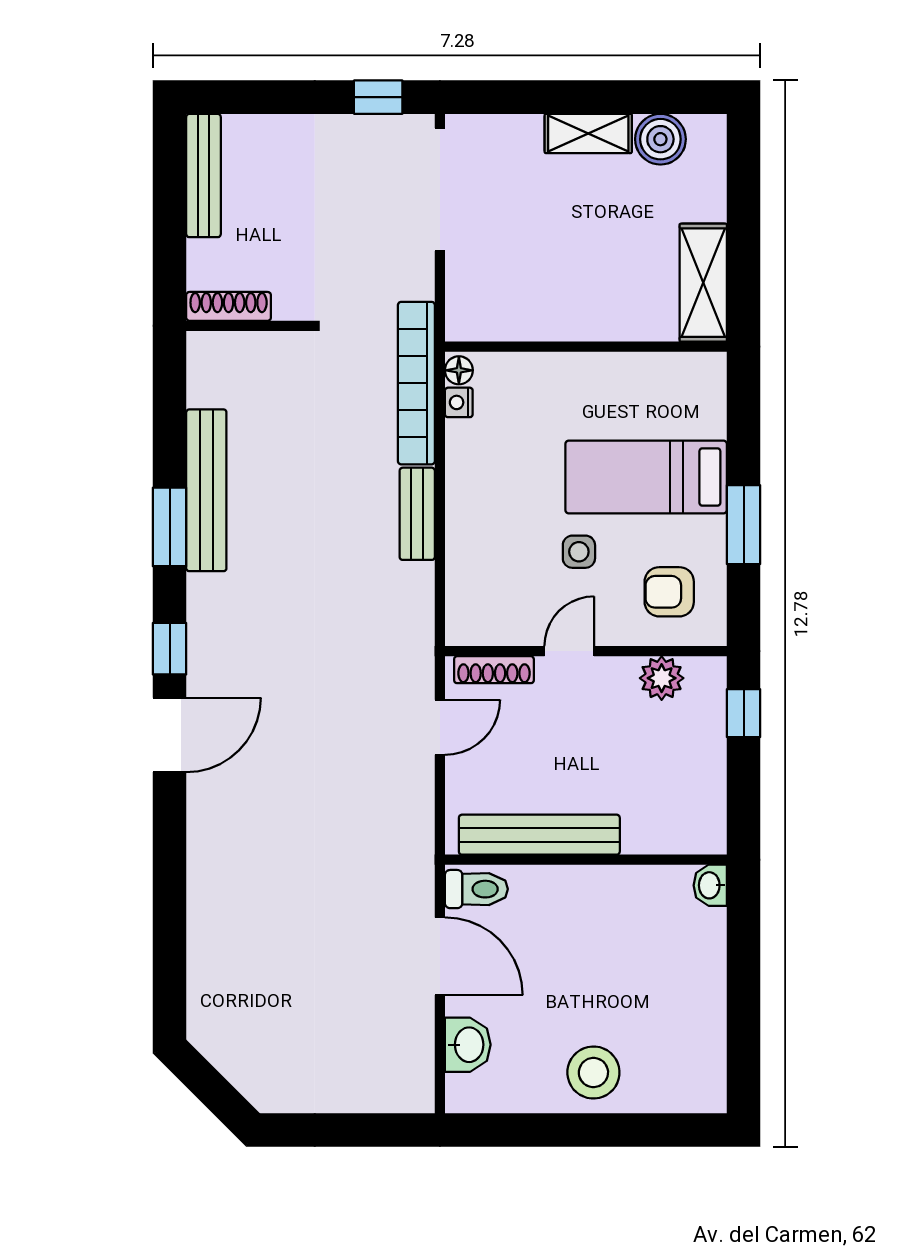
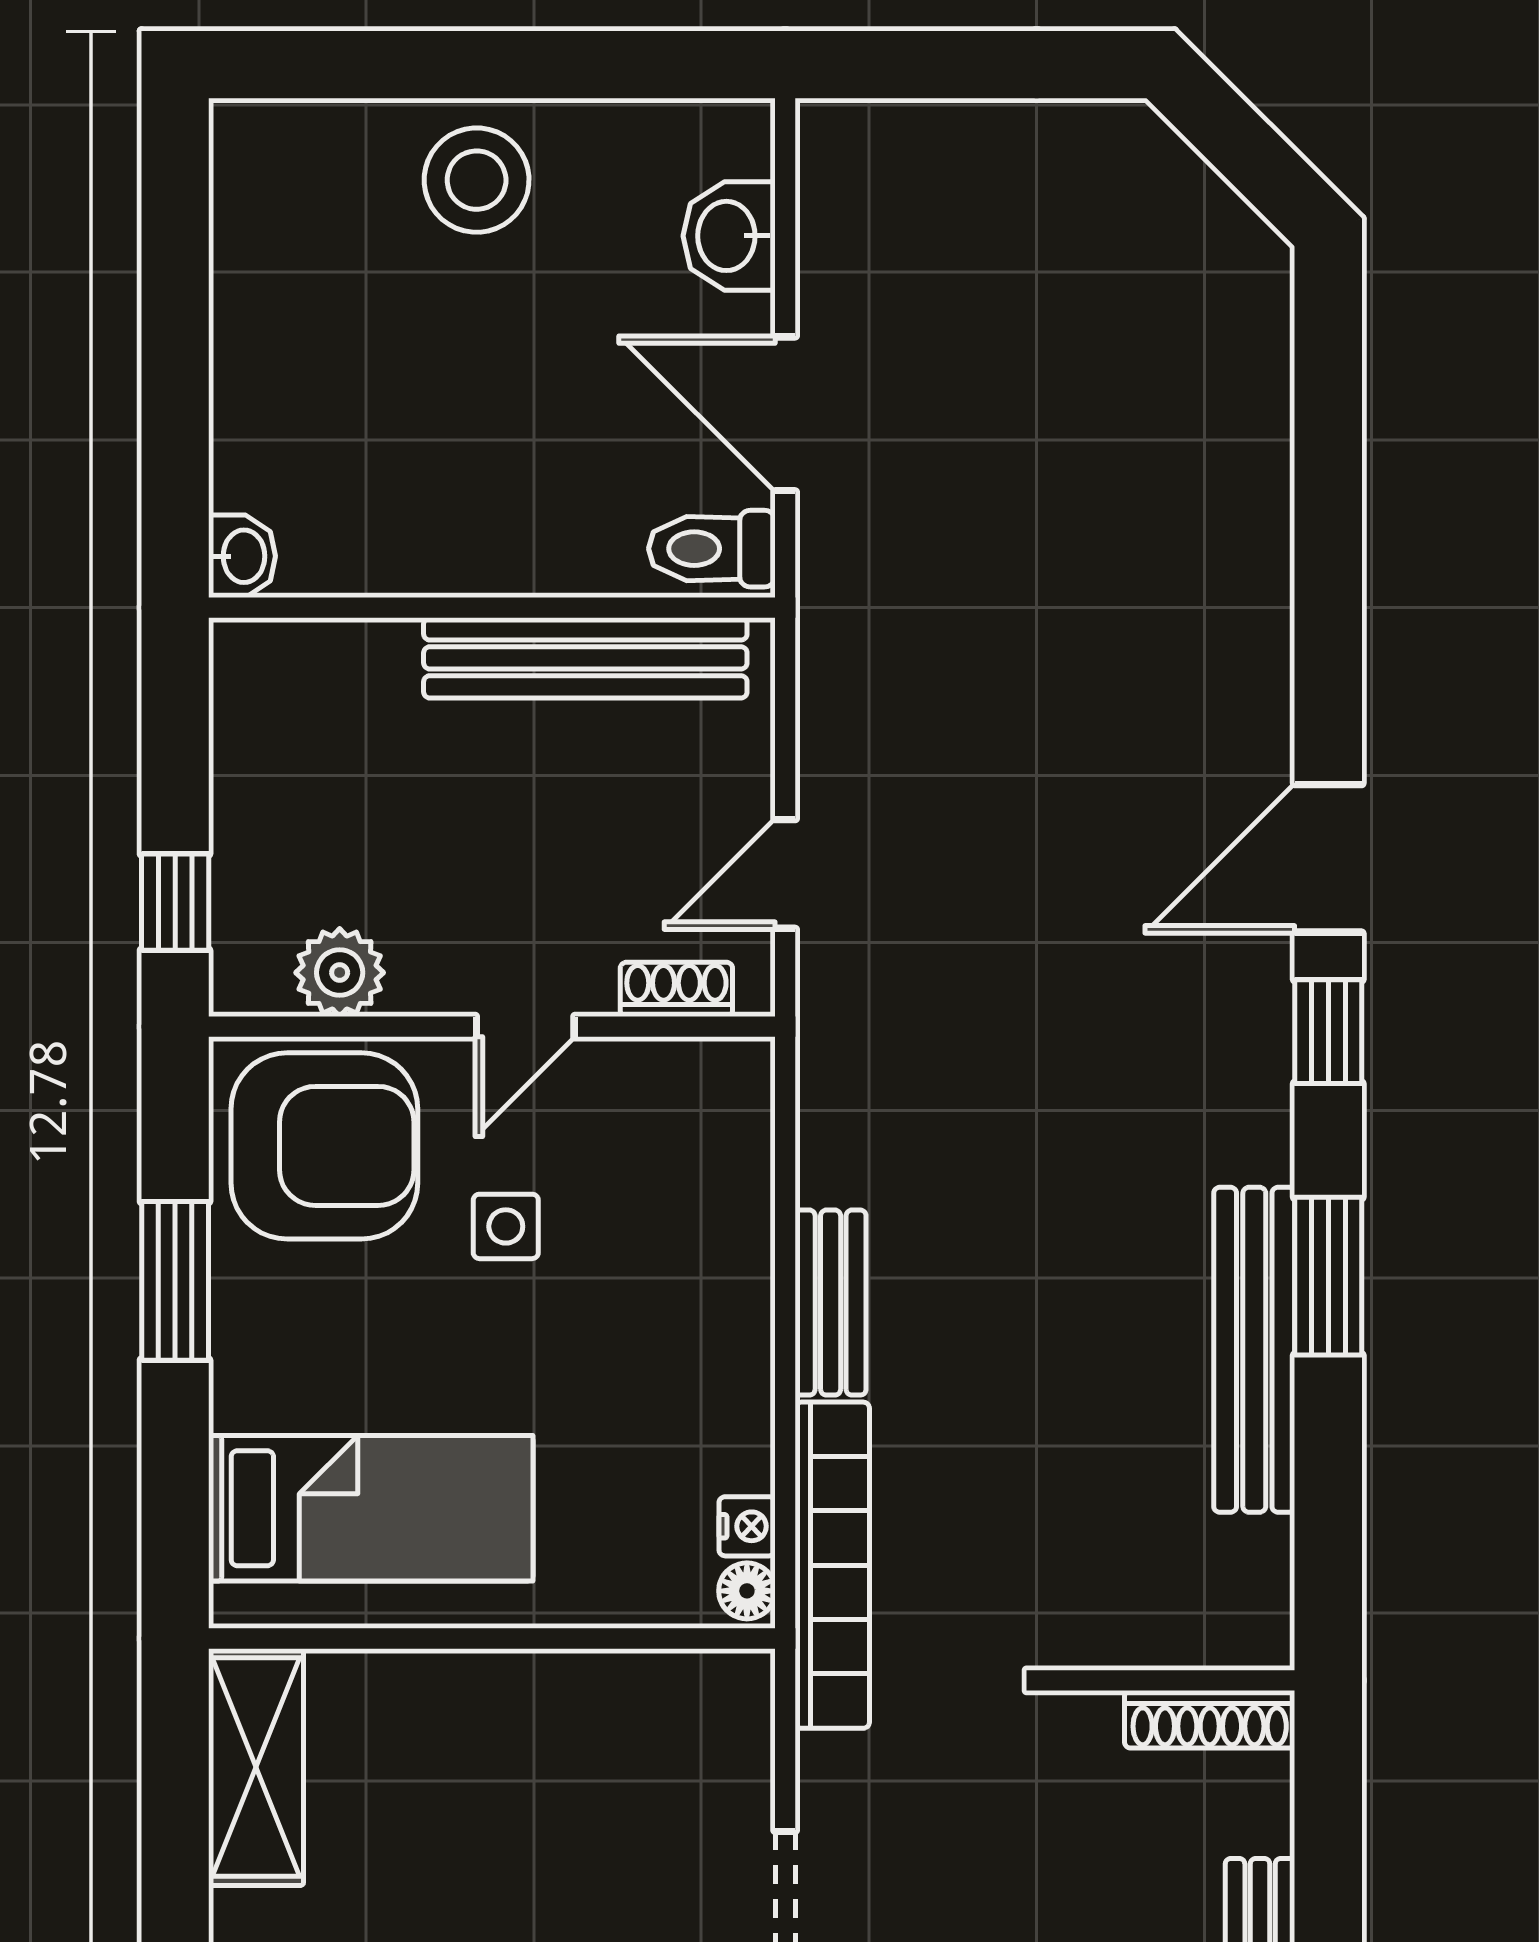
bed: (646, 477) -> (371, 1508), moved
armchair: (669, 592) -> (324, 1146), width x1.88, depth x1.88
shoe rack: (494, 670) -> (676, 989), width x0.70

